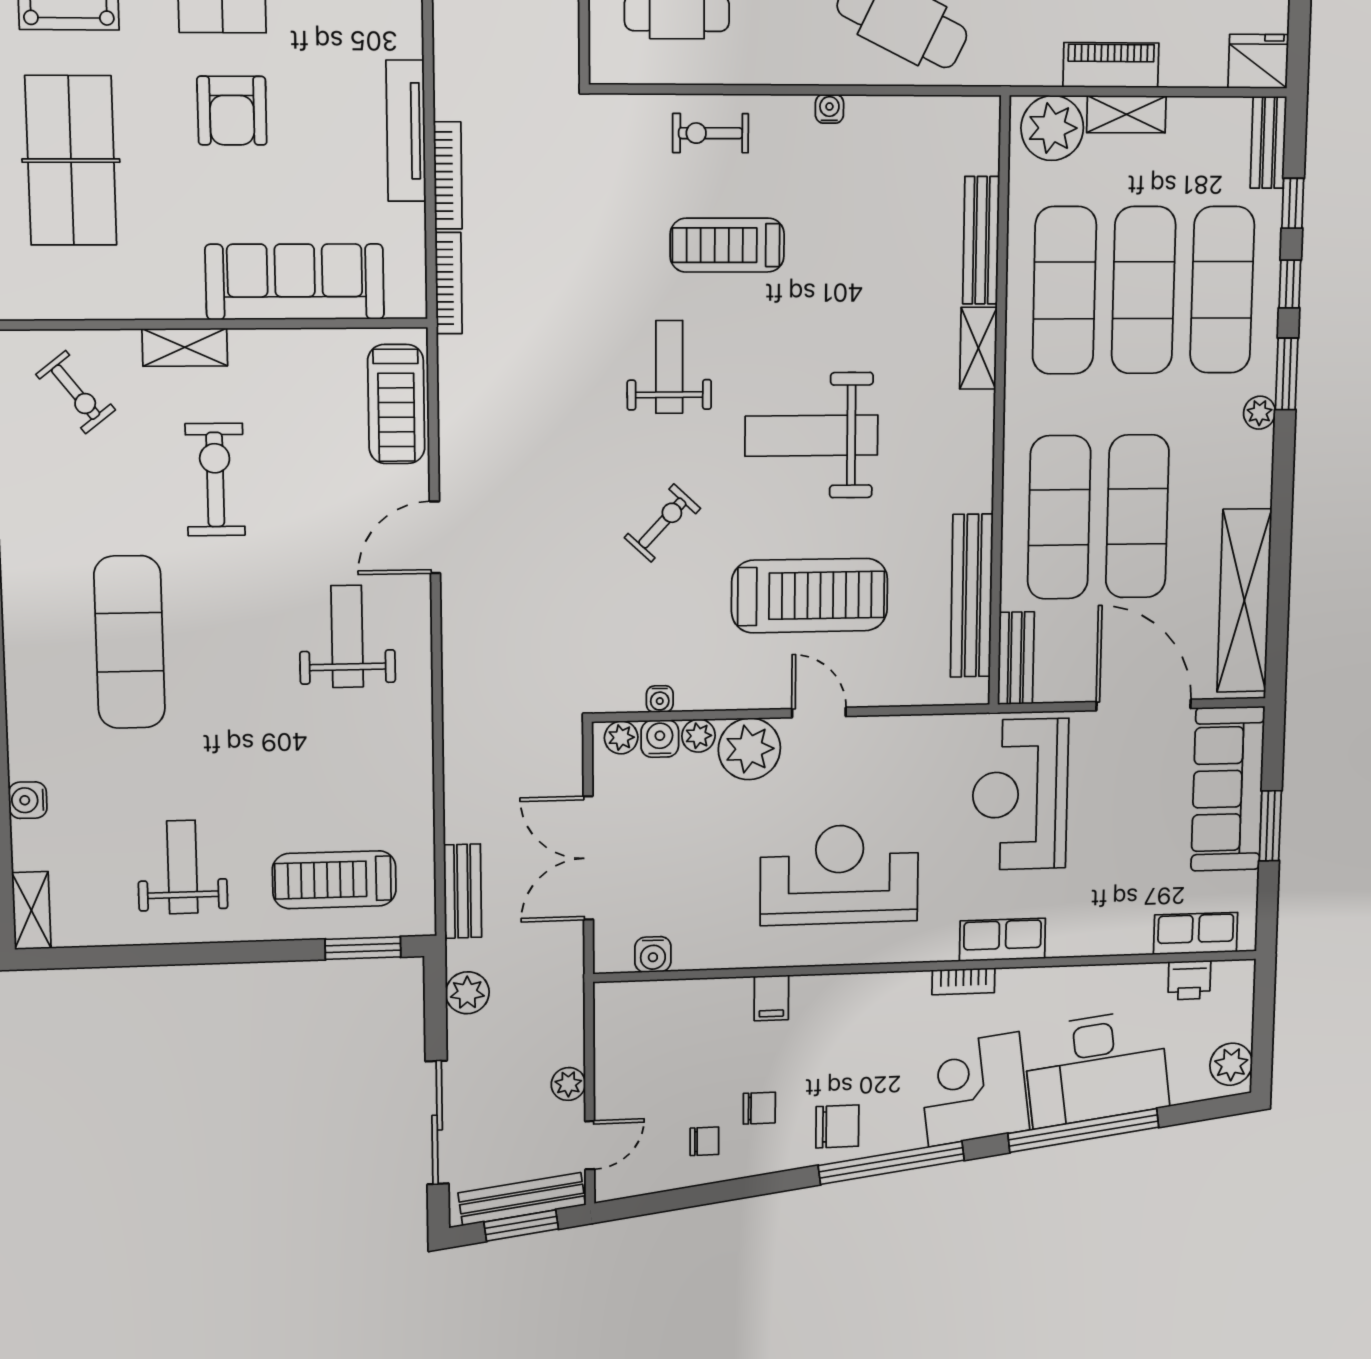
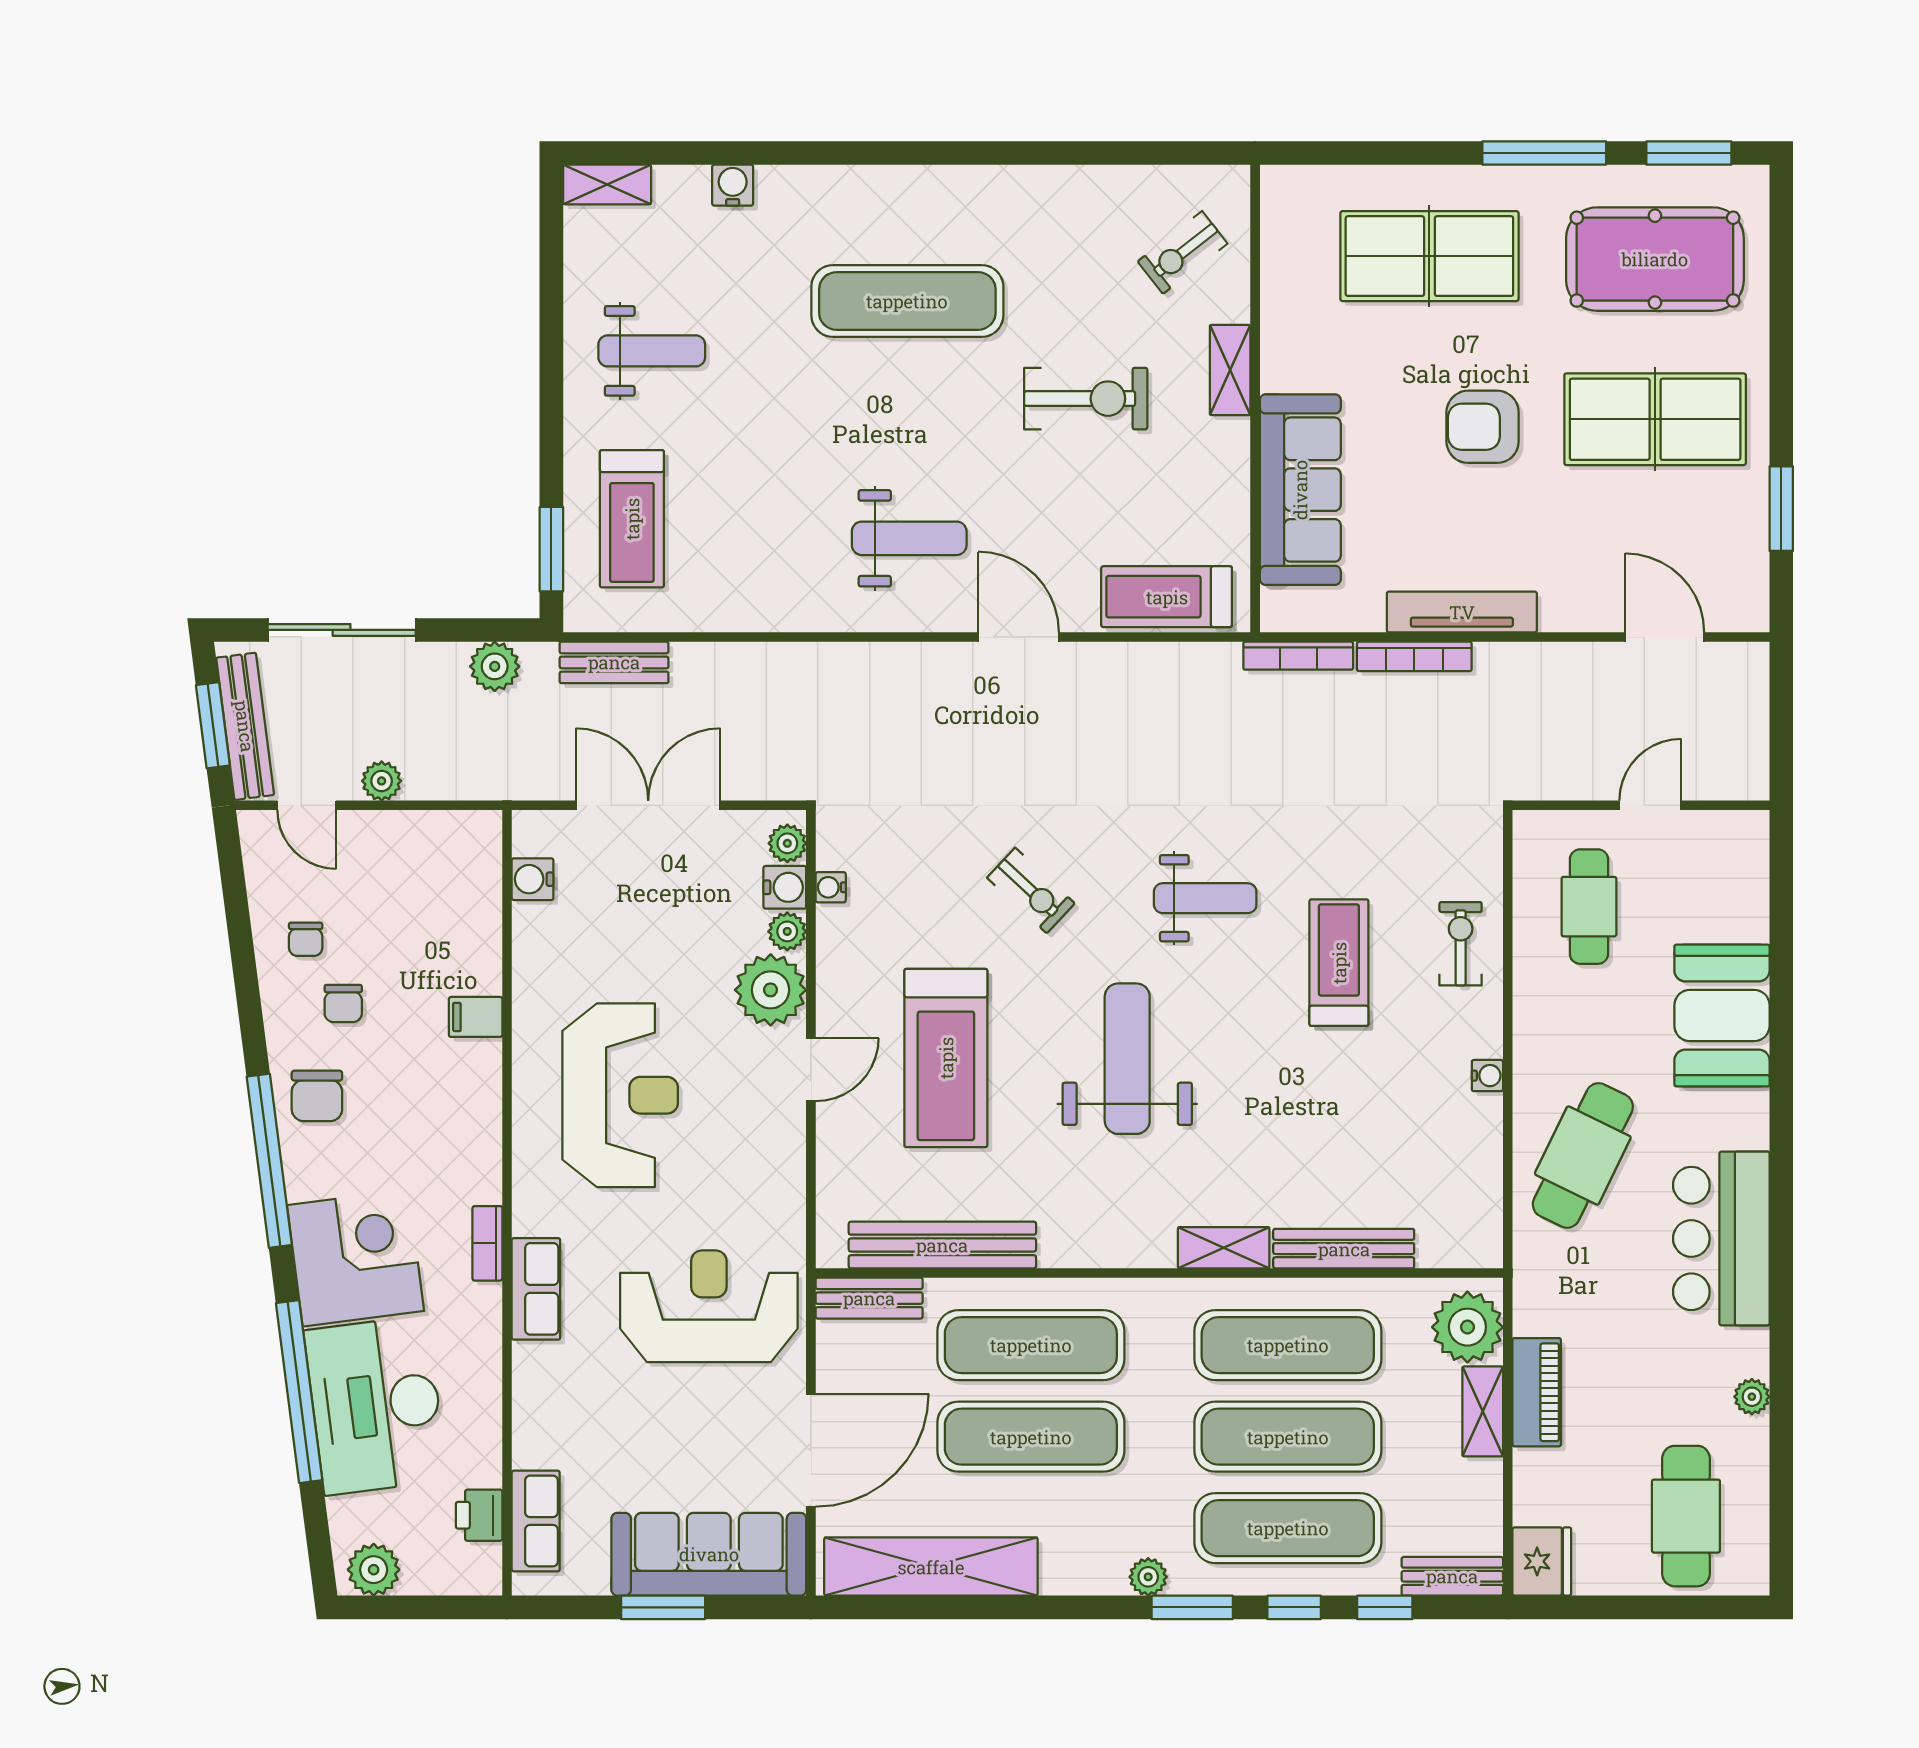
treadmill: (334, 880) -> (632, 519), turned 180

